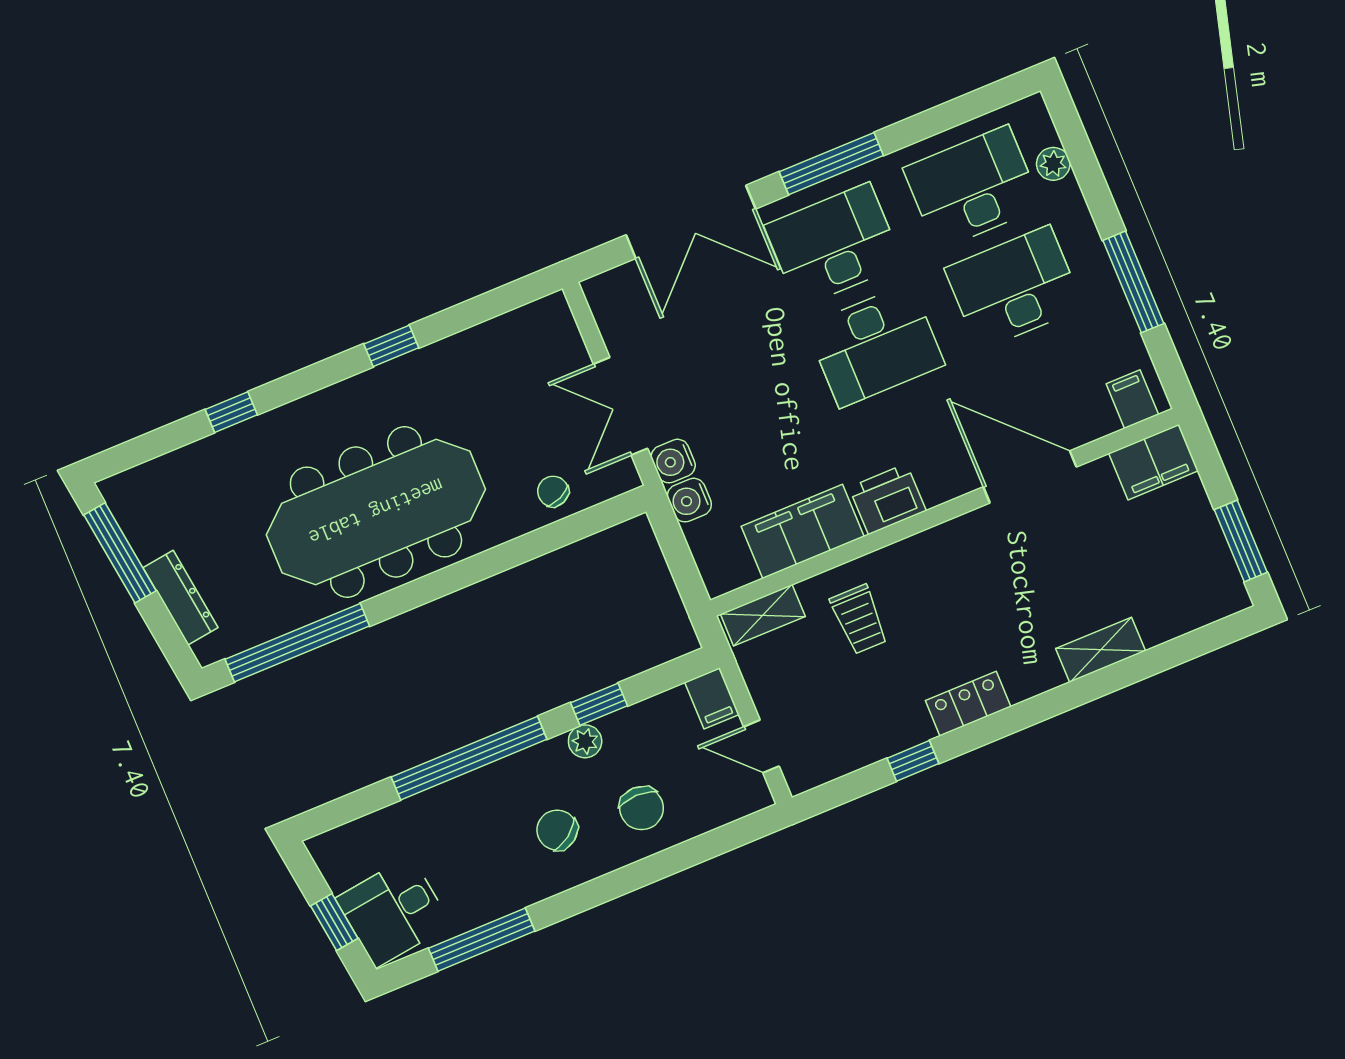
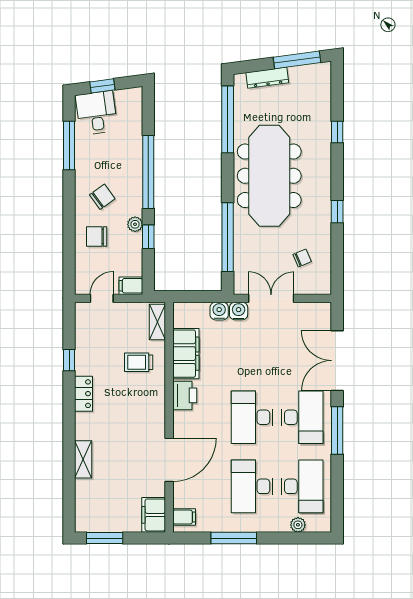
desk: (1014, 288) -> (252, 486), turned 180
chair: (553, 491) -> (302, 258), moved
window: (534, 545) -> (228, 237), added

